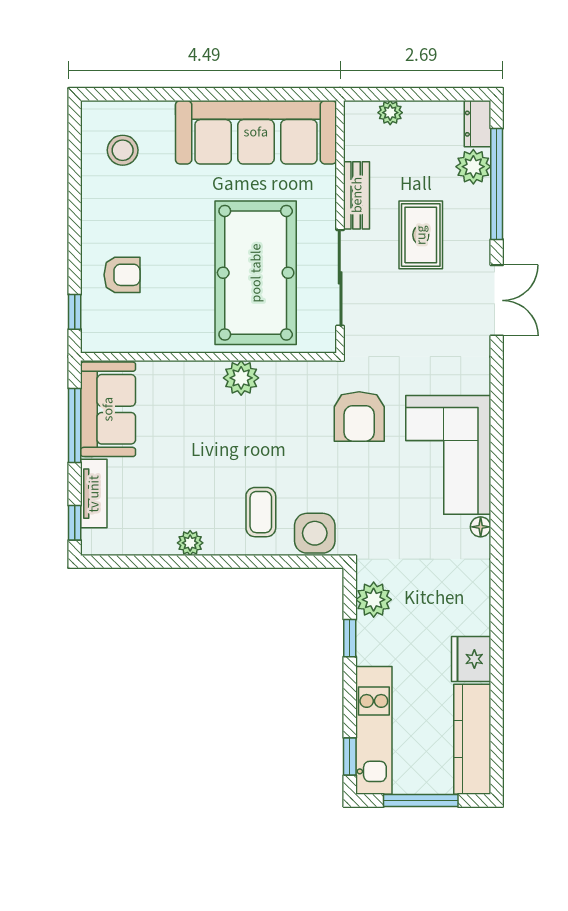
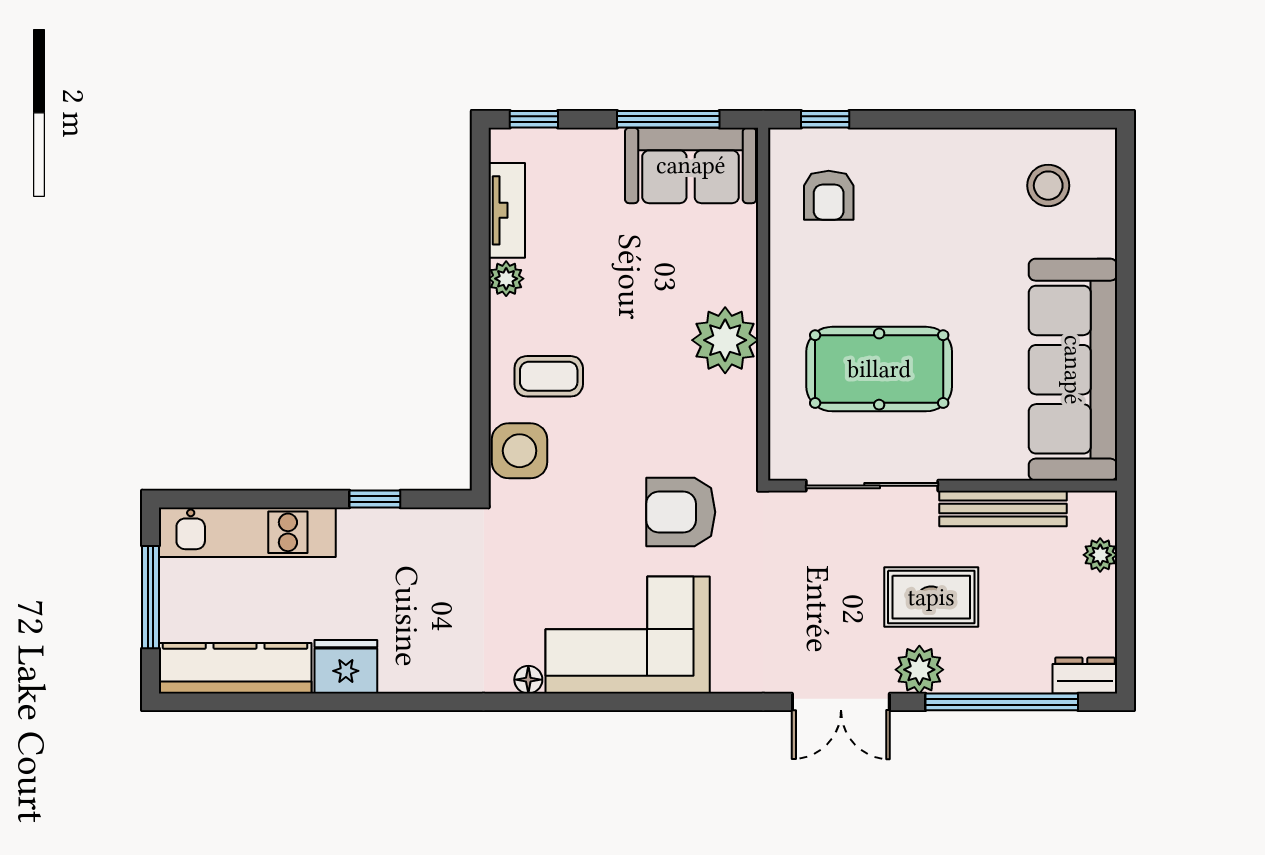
plant: (473, 167) -> (919, 670), moved
bench: (357, 195) -> (1003, 509), width x1.36
pool table: (256, 273) -> (879, 369), width x0.73, depth x0.76
armchair: (122, 275) -> (829, 195), moved
plant: (241, 378) -> (725, 340), width x1.36, depth x1.36
tv unit: (94, 494) -> (507, 210), moved, turned -90
plant: (374, 600) -> (428, 532), removed
window: (350, 757) -> (211, 499), removed

